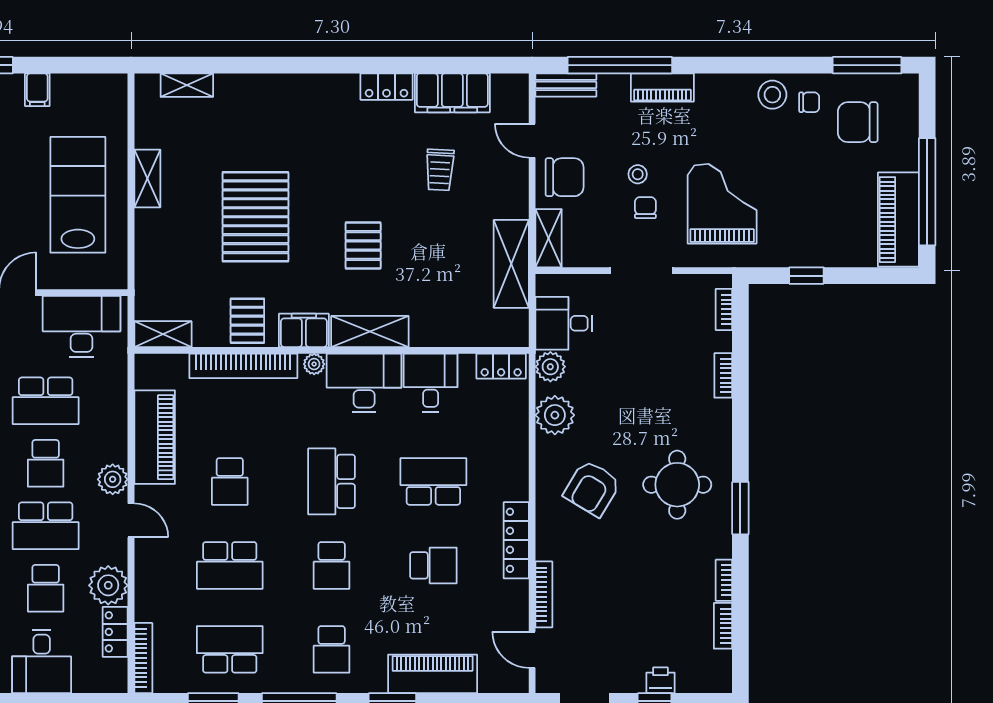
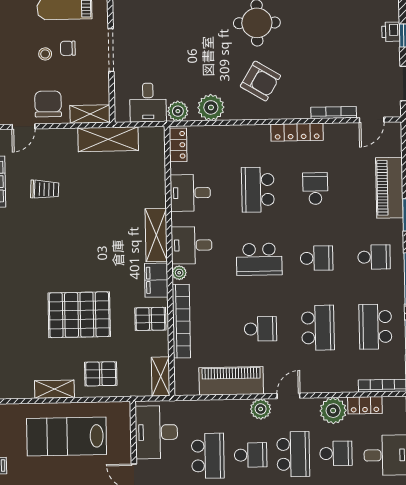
pallet: (363, 245) -> (101, 374), moved
desk: (364, 383) -> (192, 245), width x0.73

